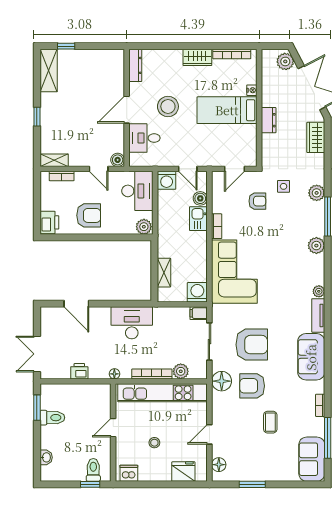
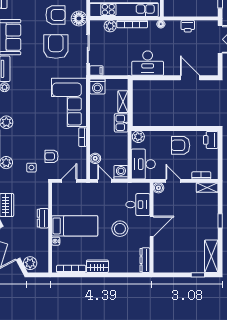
kitchen sink: (198, 219) -> (121, 123), moved, turned 180
armchair: (252, 345) -> (56, 46), turned 90

